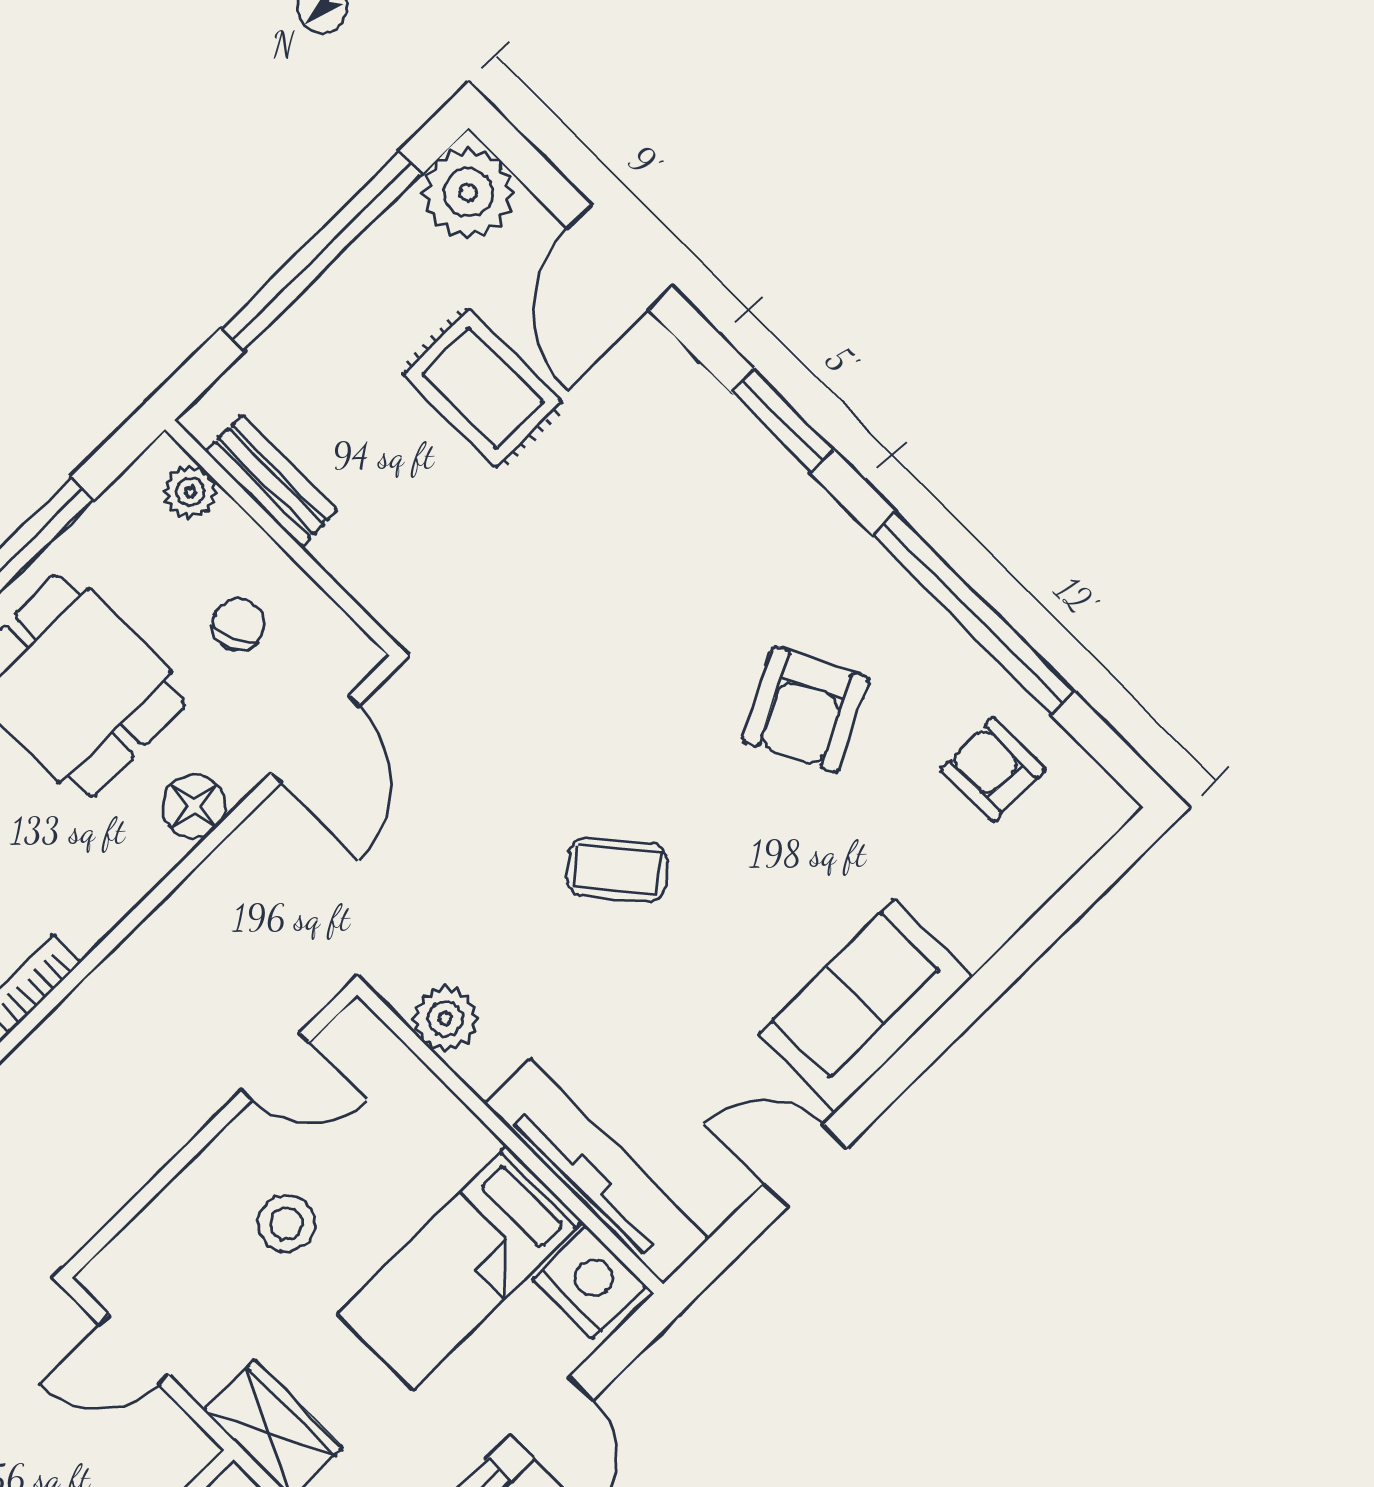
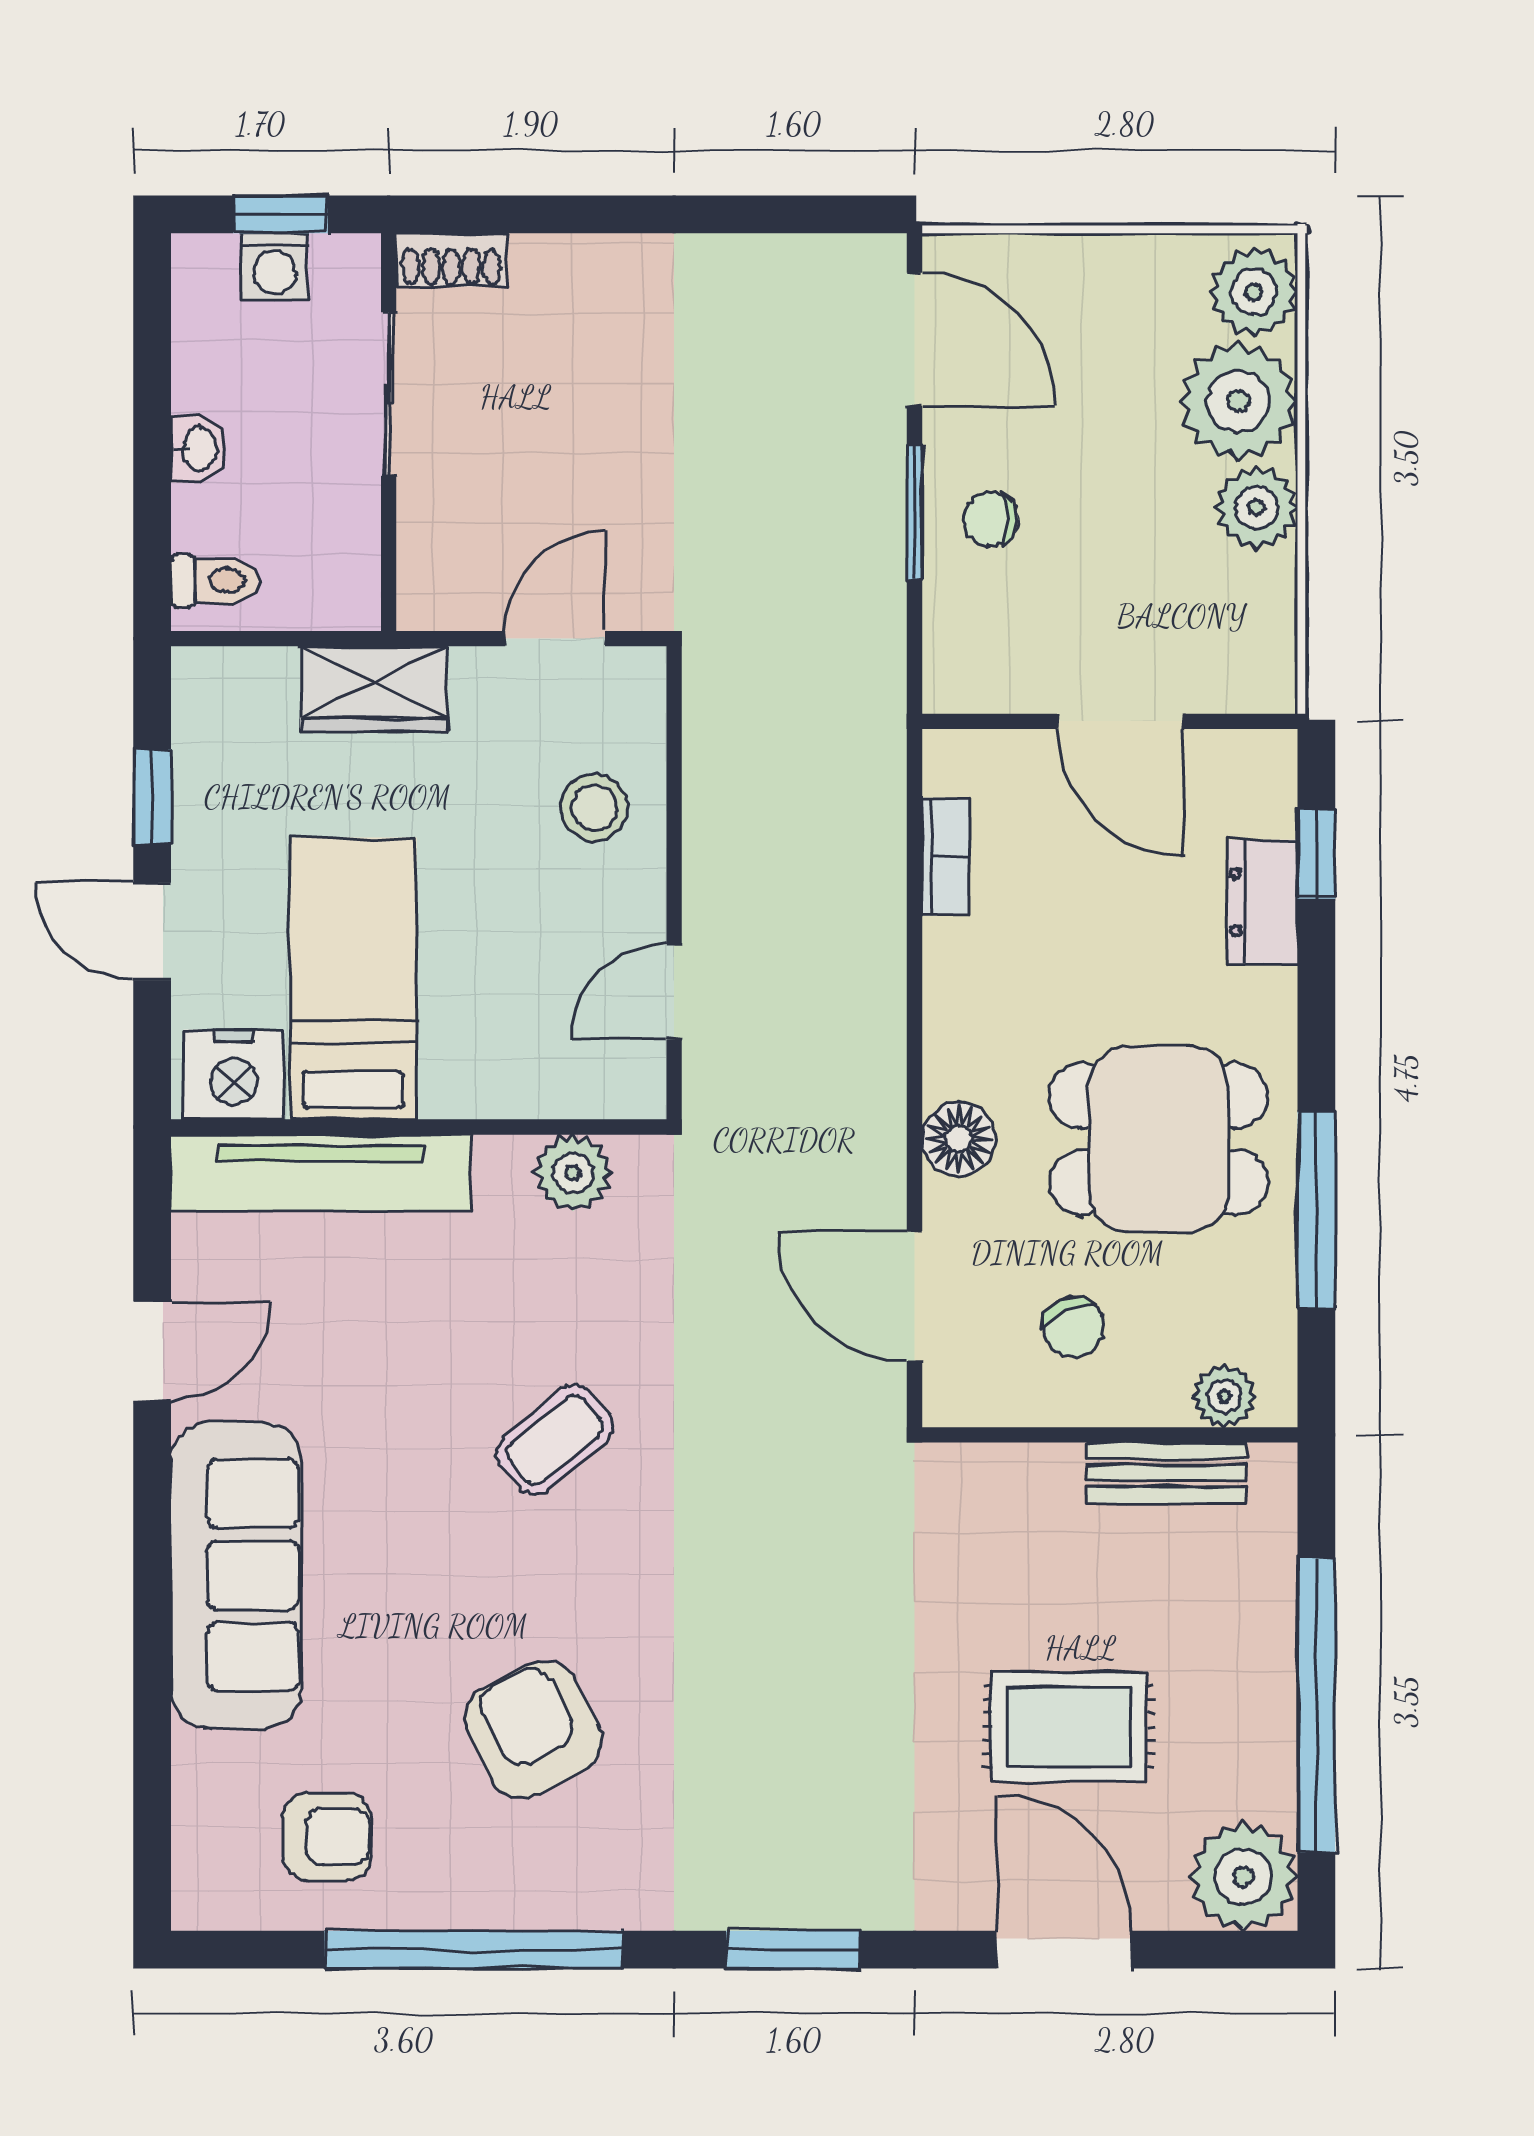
sofa: (866, 1005) -> (236, 1575), width x1.36
stool: (286, 1223) -> (594, 807), moved

